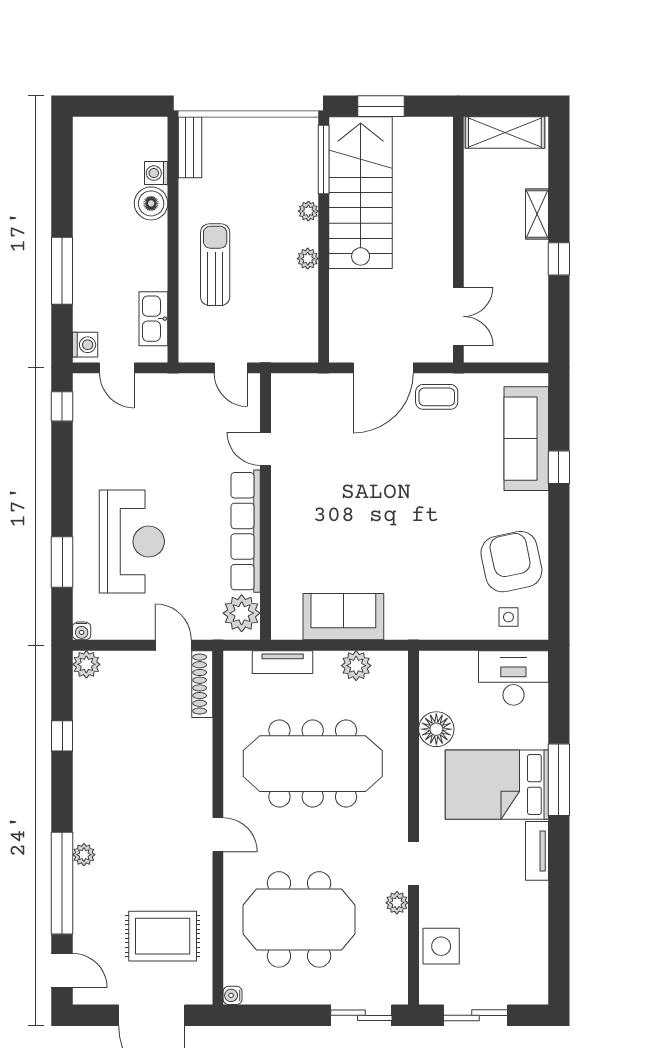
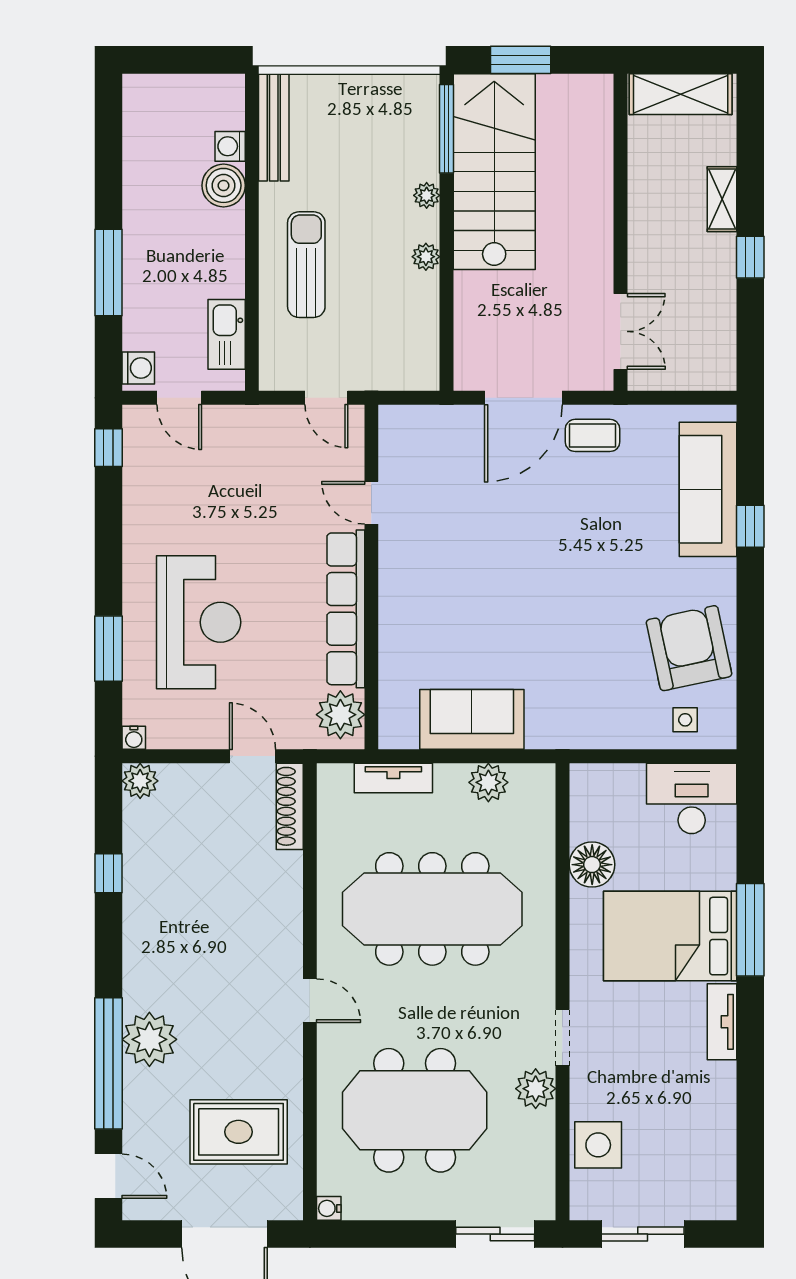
bench: (190, 147) -> (274, 127), width x1.36
plant: (84, 855) -> (149, 1039), width x1.87, depth x1.87
plant: (397, 903) -> (536, 1089), width x1.38, depth x1.38

